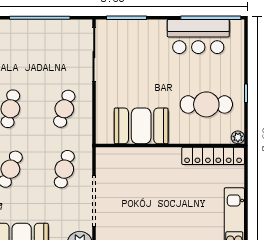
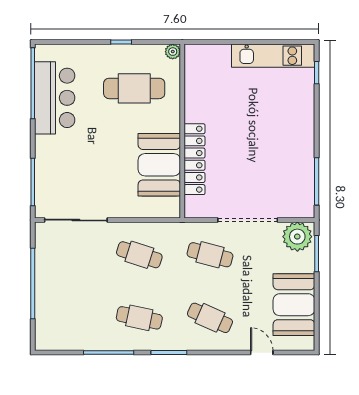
cafe table: (206, 104) -> (134, 88), turned 90
locker: (213, 156) -> (194, 159), moved

